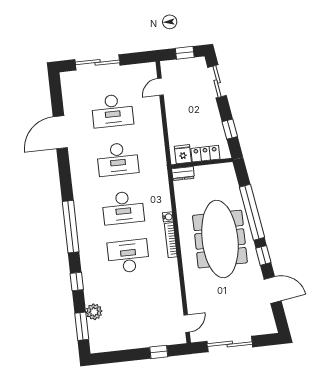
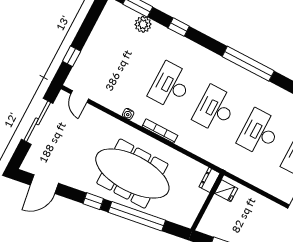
locker: (205, 154) -> (214, 210), removed
water cooler: (168, 217) -> (128, 114), moved
window: (71, 227) -> (248, 64), moved
desk: (128, 256) -> (171, 86), turned 180
door: (273, 290) -> (44, 184), moved

